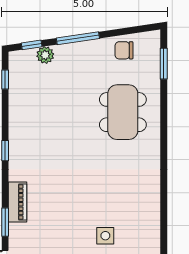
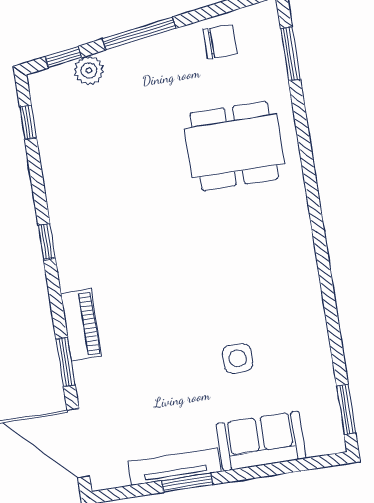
chair: (124, 50) -> (220, 42), turned 180
dining table: (123, 112) -> (234, 146), turned 90

